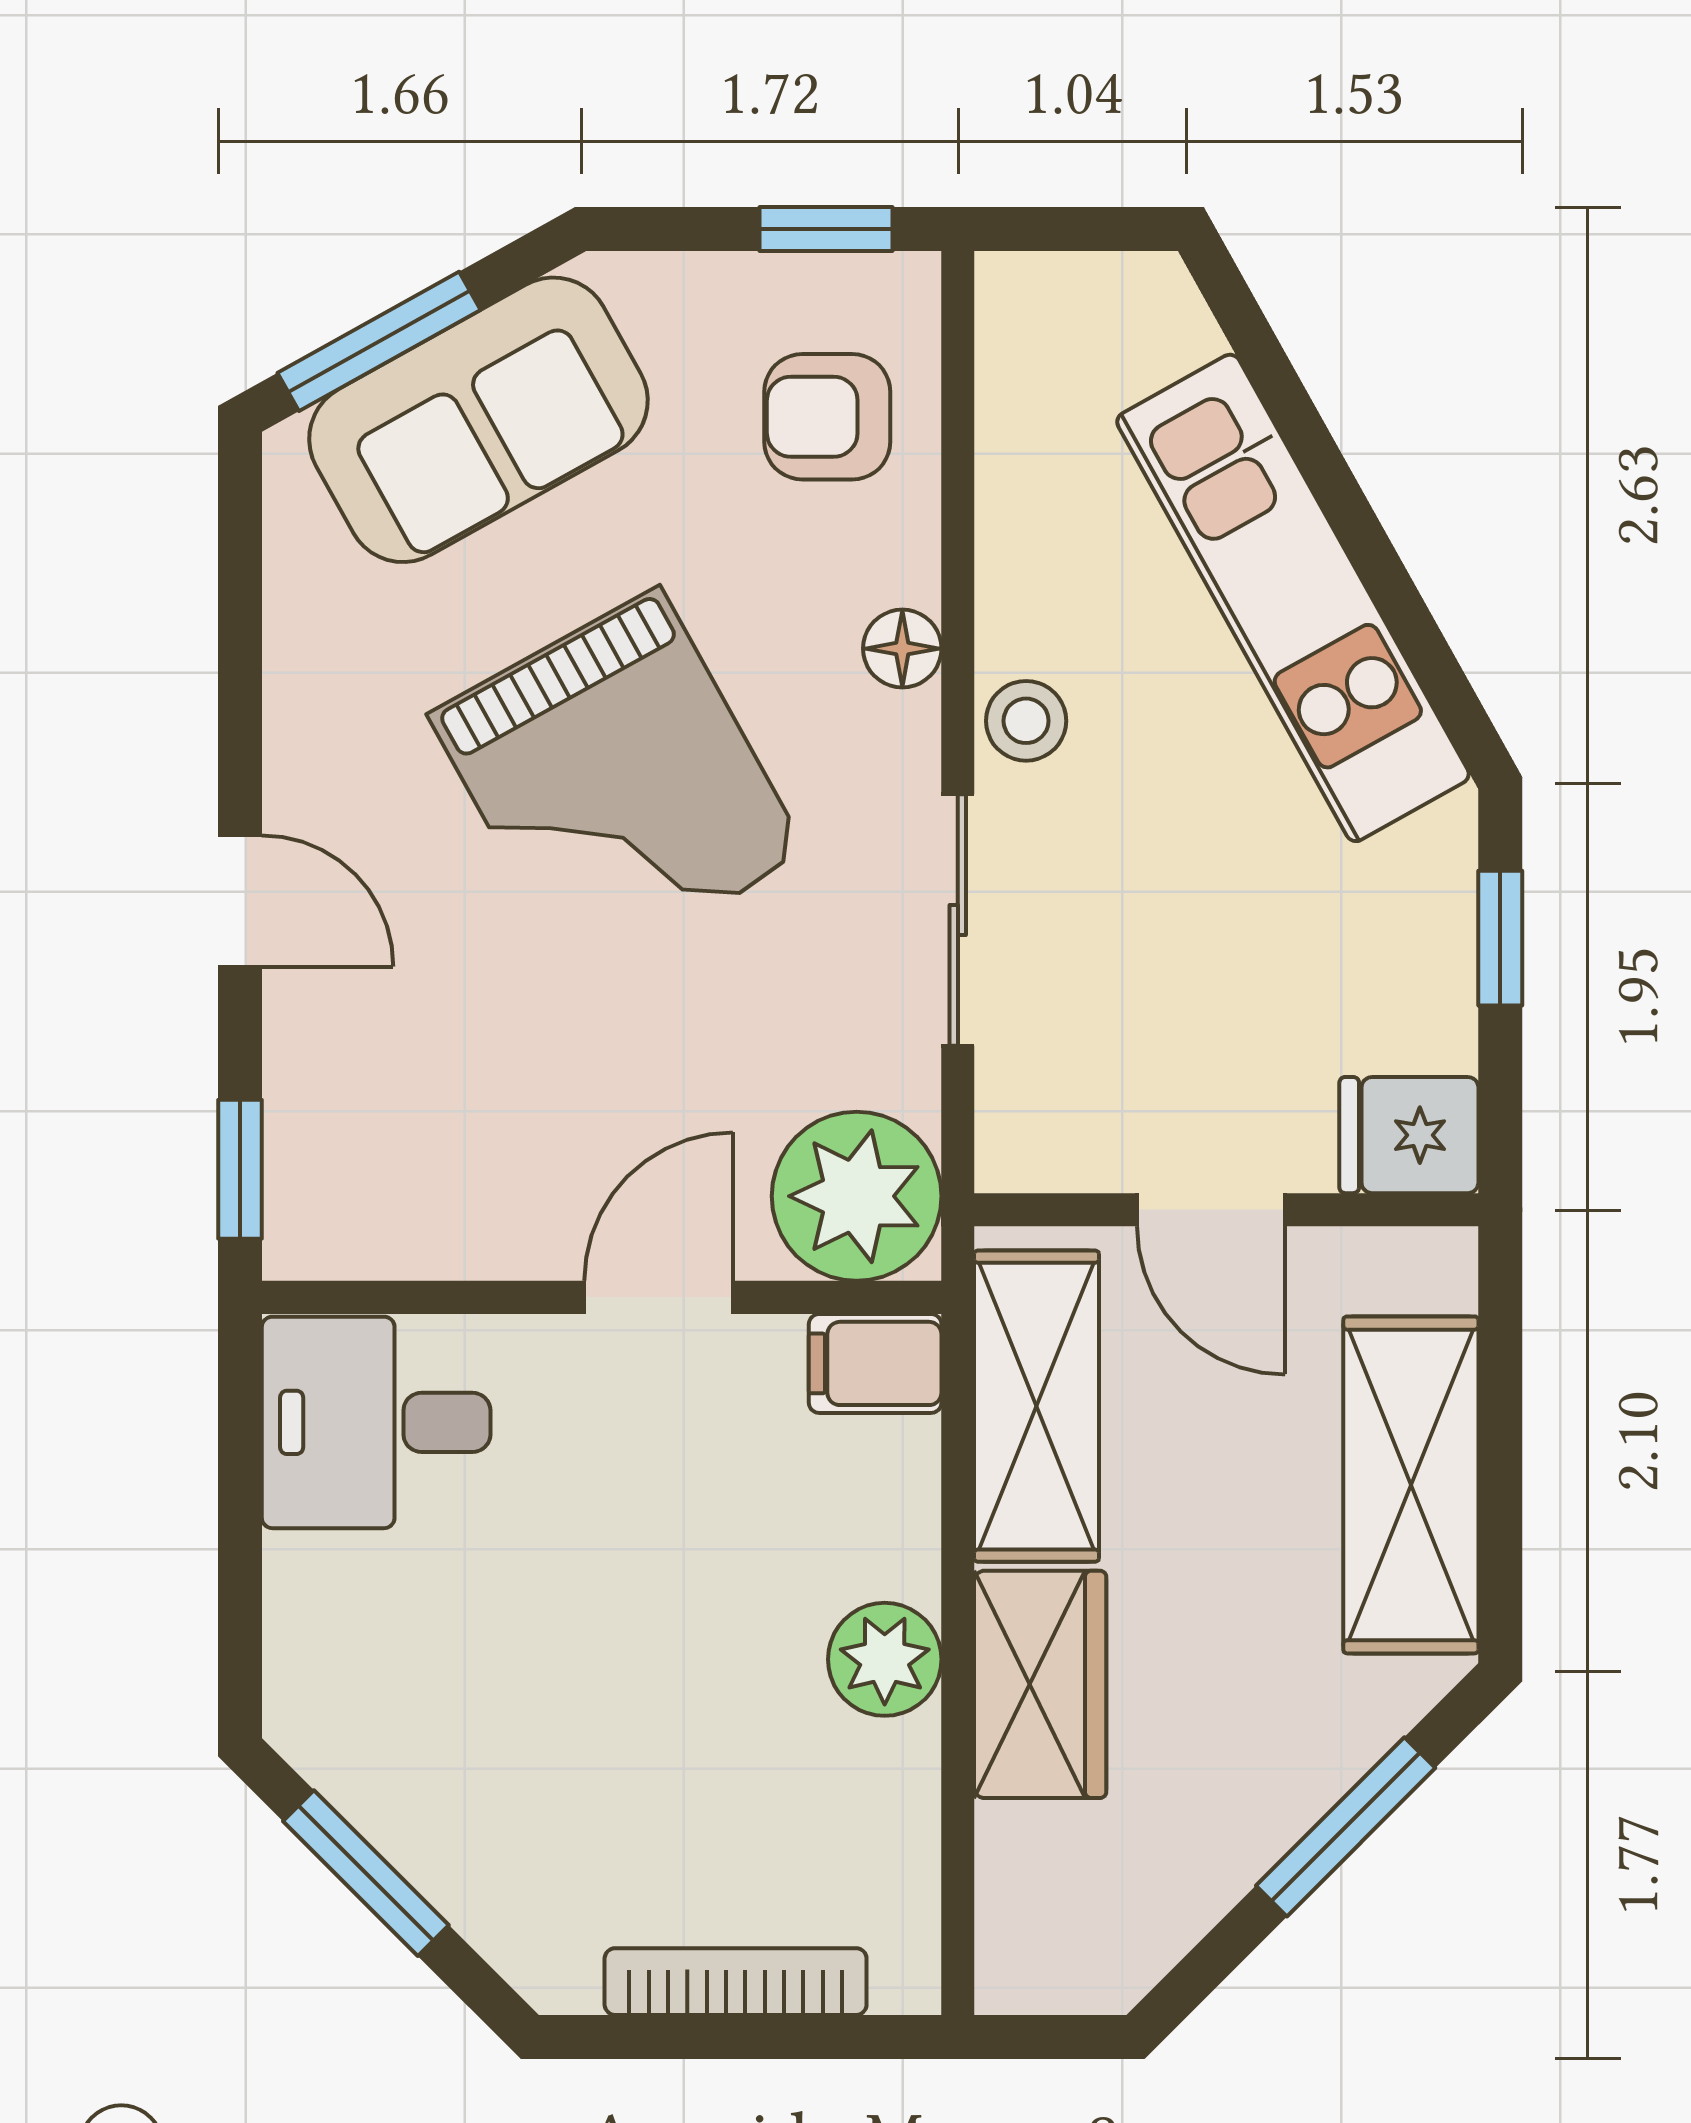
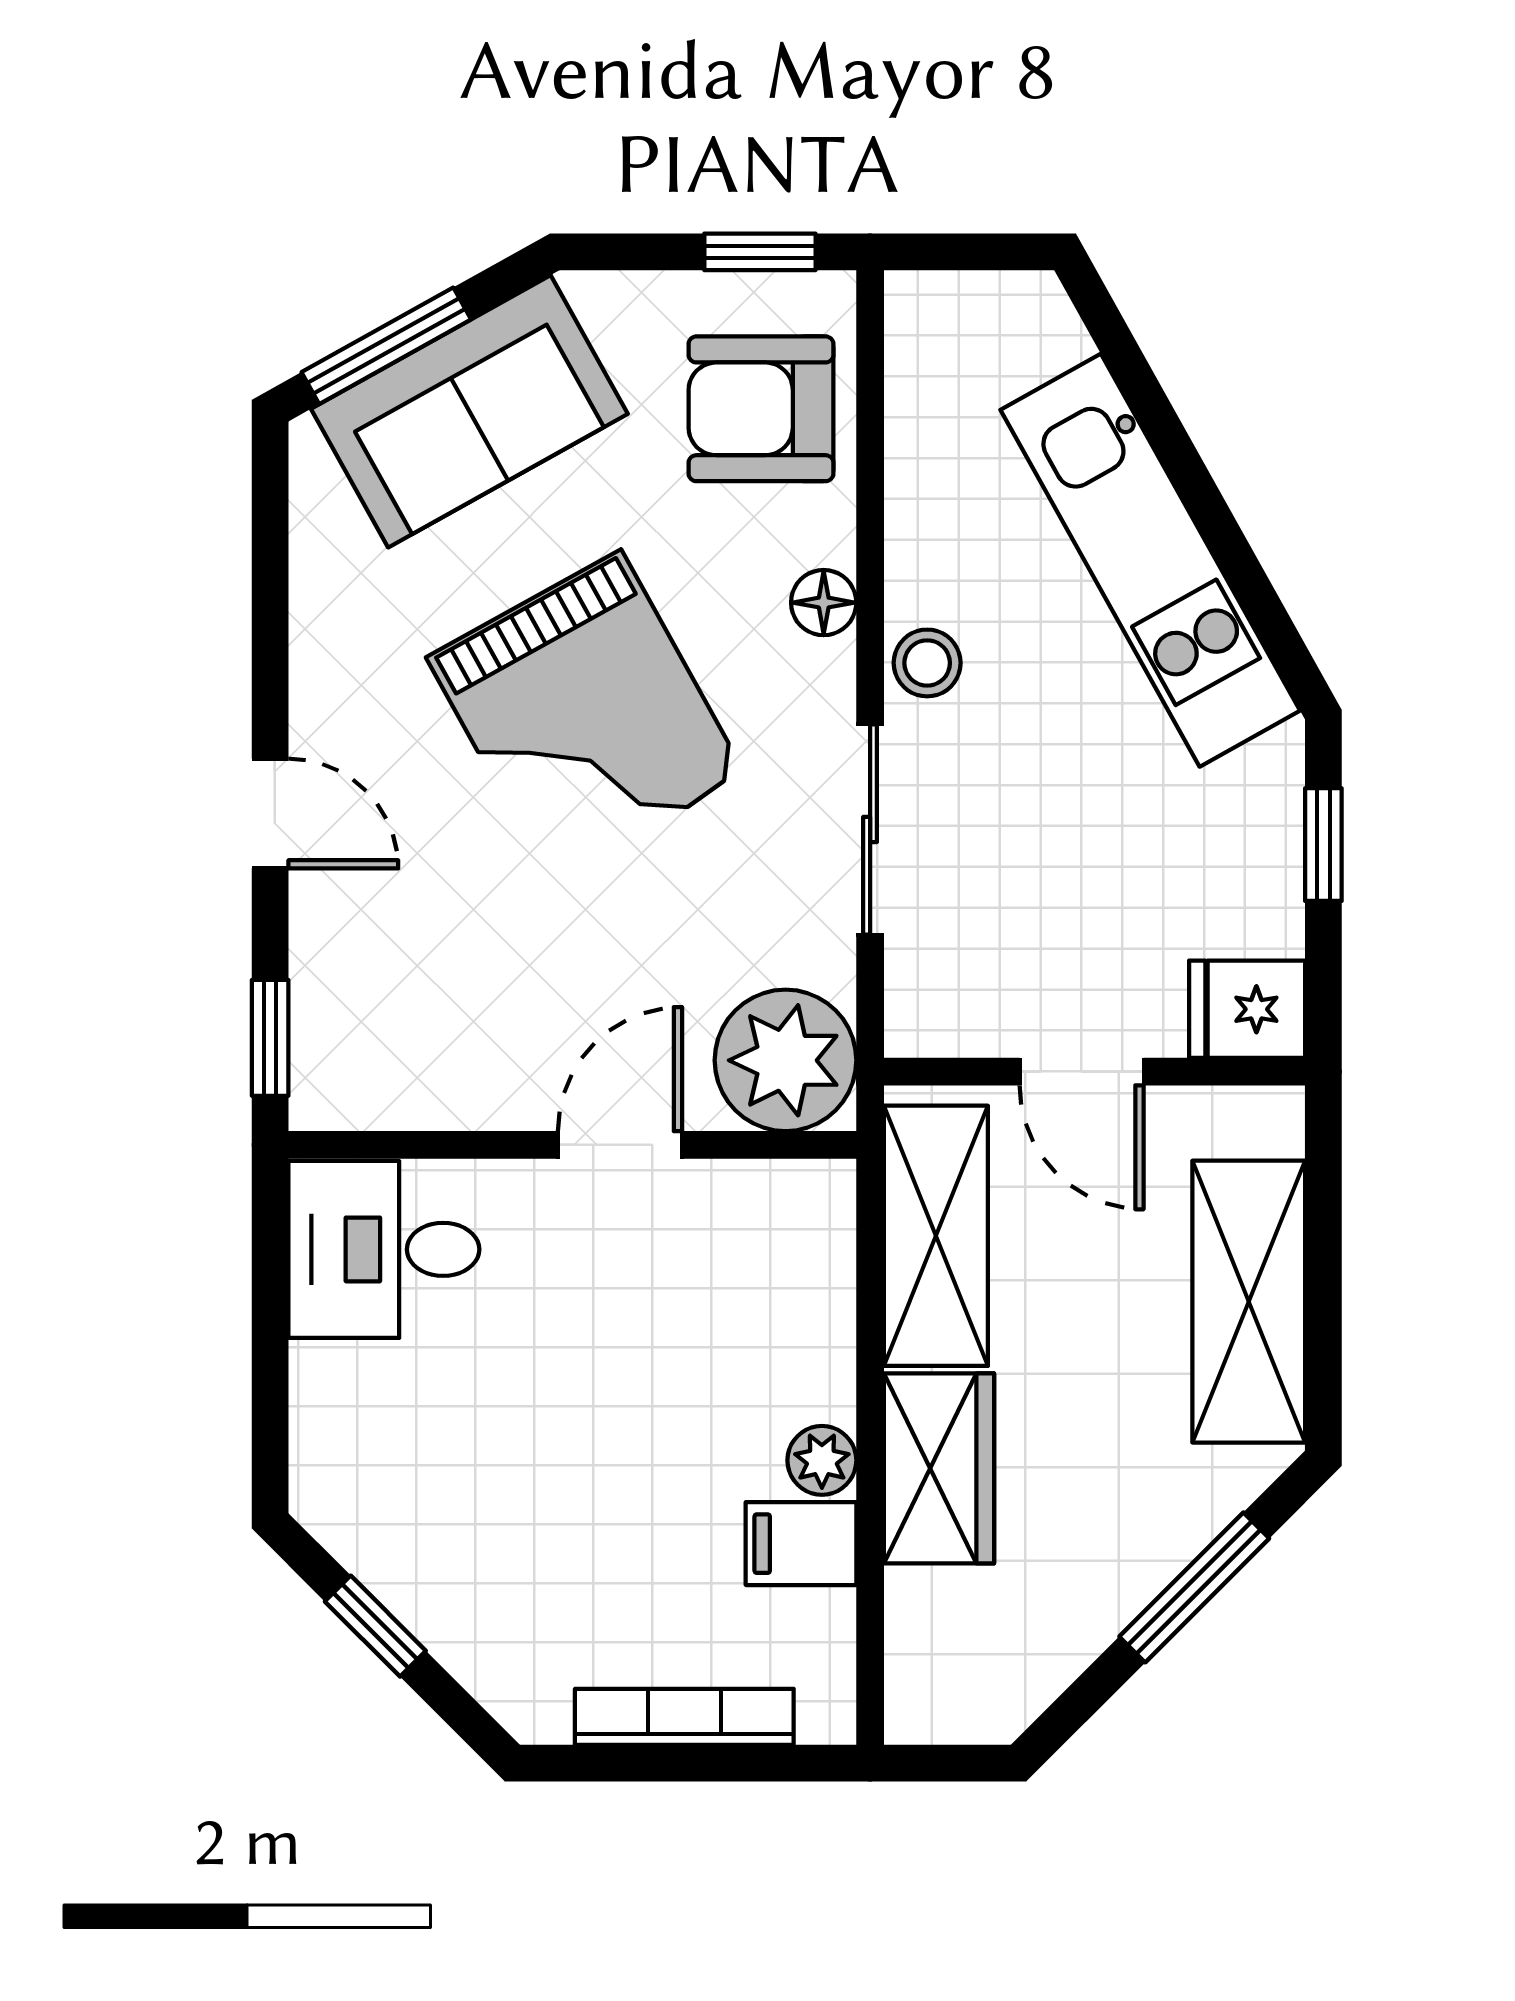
armchair: (827, 417) -> (761, 409), width x1.38, depth x1.38
filing cabinet: (875, 1363) -> (801, 1544), moved
plant: (885, 1659) -> (822, 1460), width x0.73, depth x0.73
window: (366, 1873) -> (375, 1626), width x0.67

